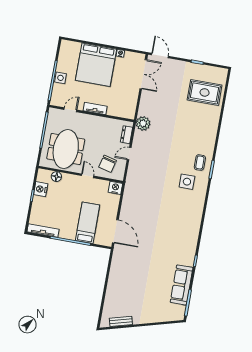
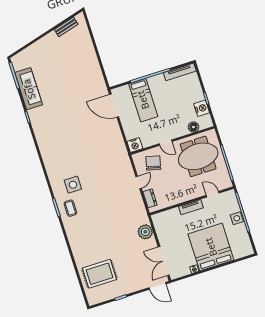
door: (70, 110) -> (213, 194), swing flipped
plant: (143, 123) -> (145, 232), moved
meeting table: (66, 149) -> (198, 156), turned 90

